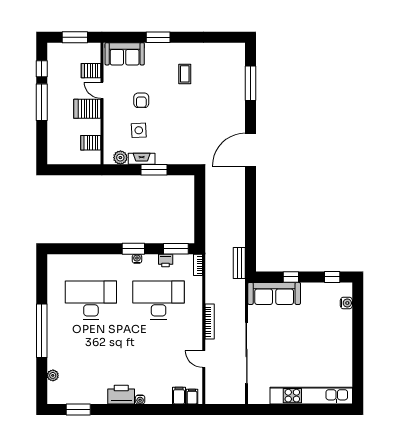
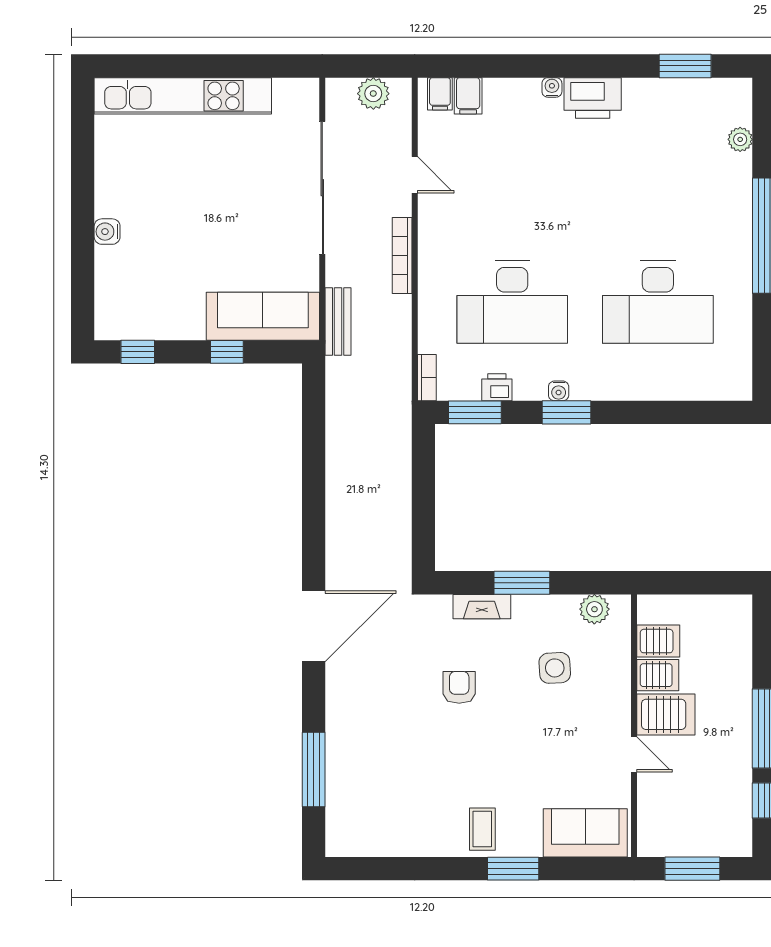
server rack: (91, 71) -> (658, 675), moved
coffee table: (185, 74) -> (482, 829), moved
armchair: (141, 100) -> (459, 687), moved
fireplace: (142, 159) -> (482, 607), moved
bench: (239, 263) -> (338, 322), moved
water cooler: (346, 303) -> (107, 232), moved
plant: (223, 397) -> (373, 94), added

